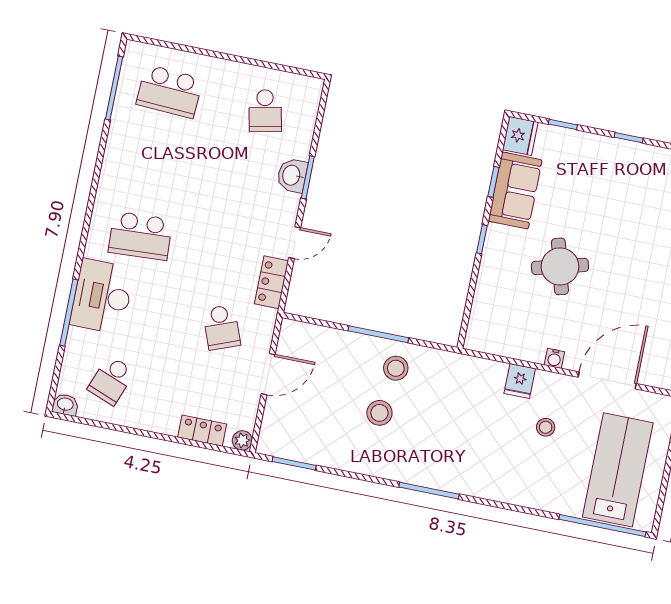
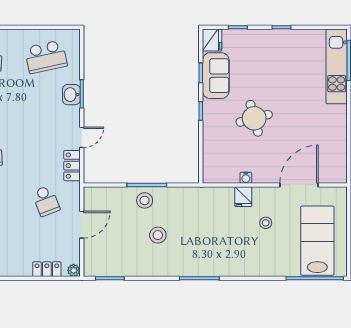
school desk: (265, 111) -> (46, 57), width x1.85
water cooler: (554, 358) -> (246, 178), moved
stool: (396, 368) -> (145, 200), moved

